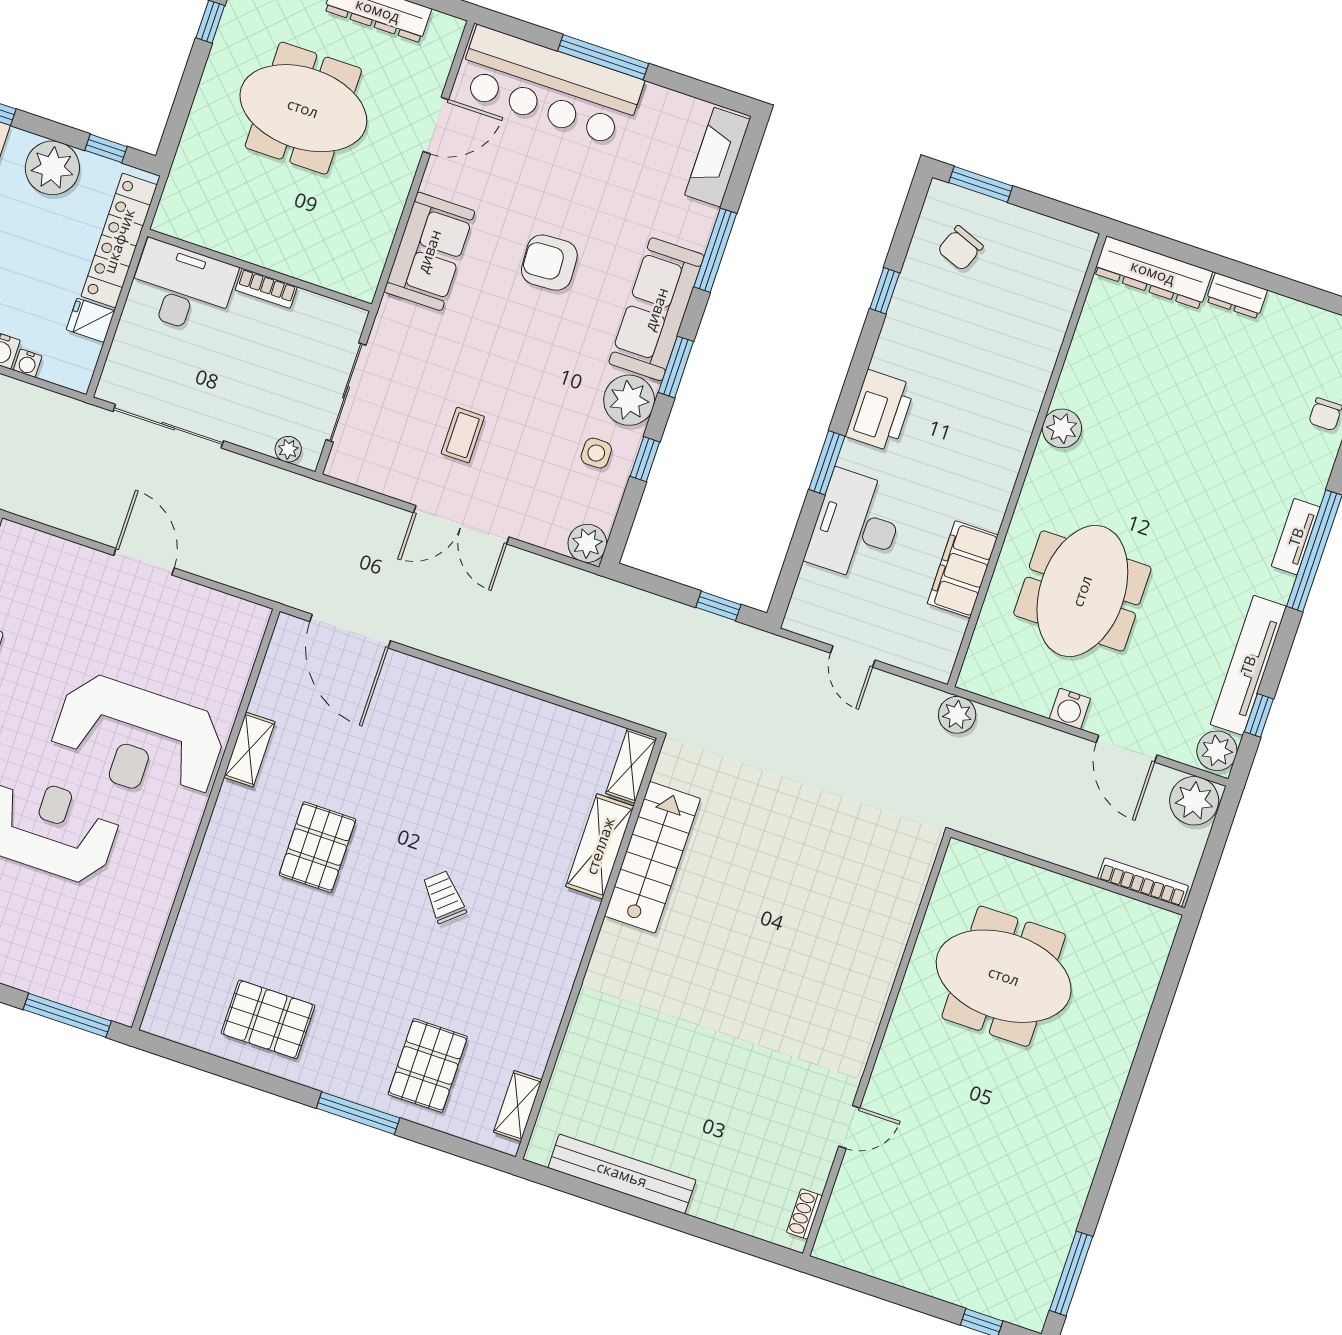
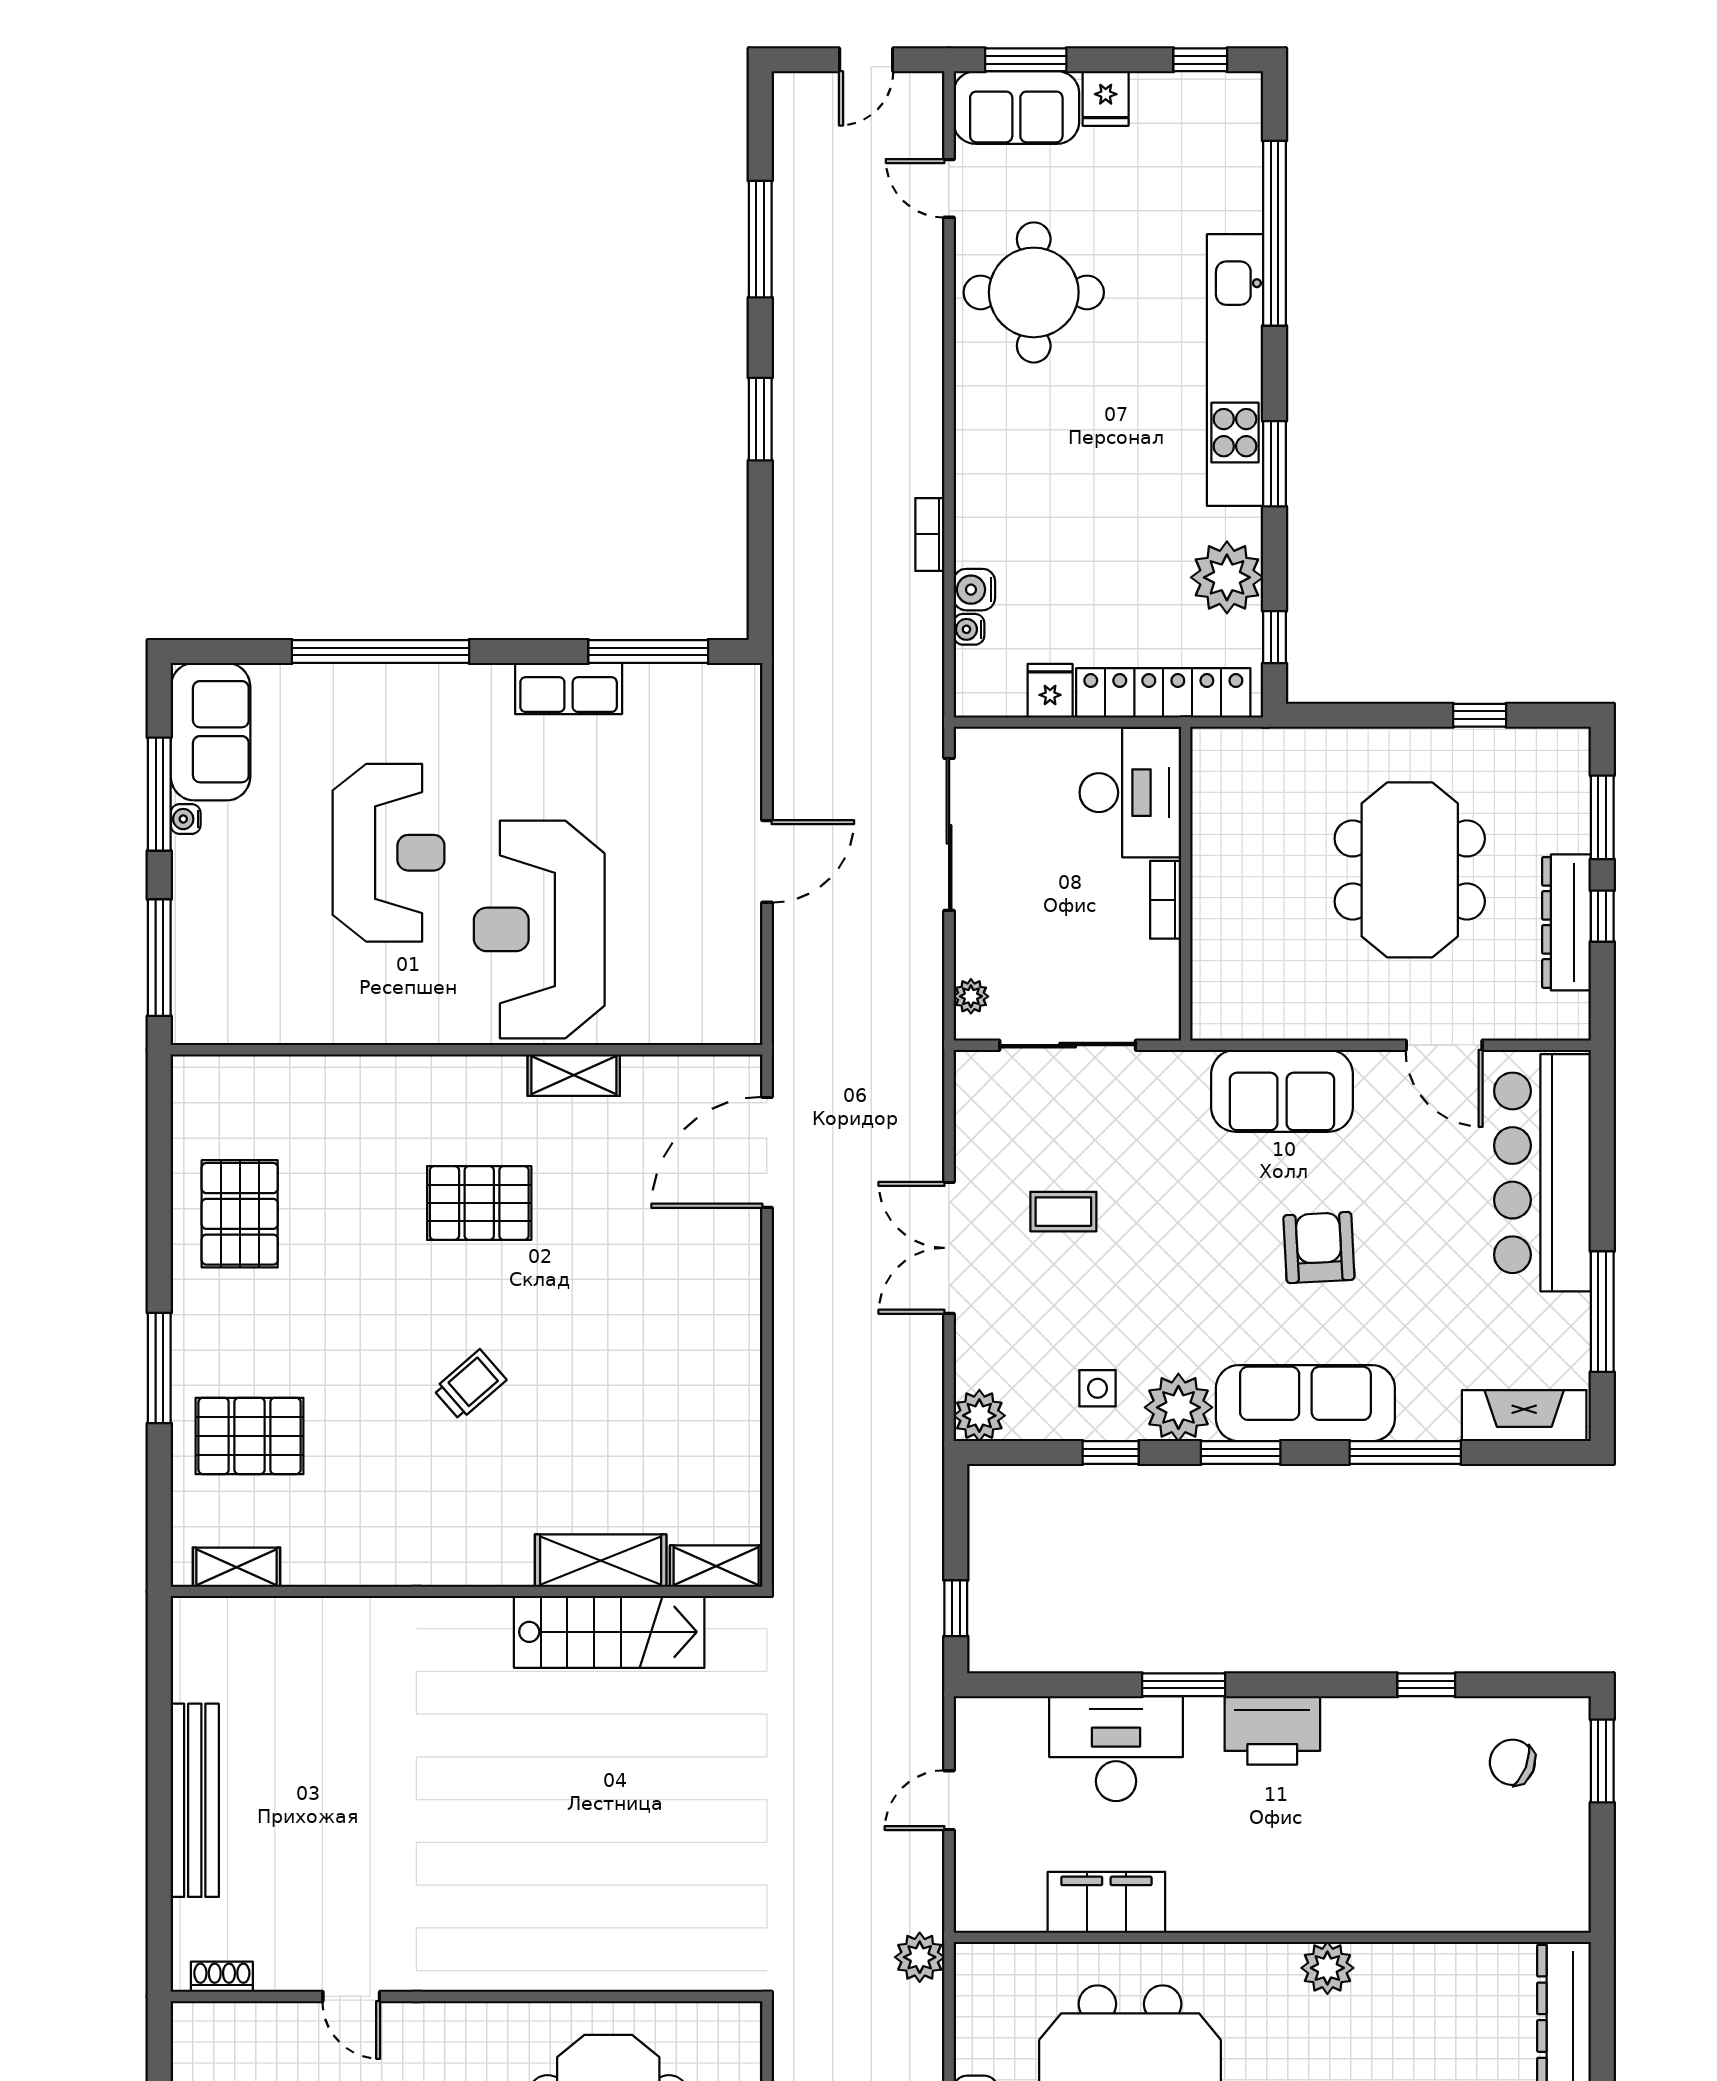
window: (603, 57) -> (1602, 1312), moved
bench: (622, 1174) -> (195, 1800), moved

